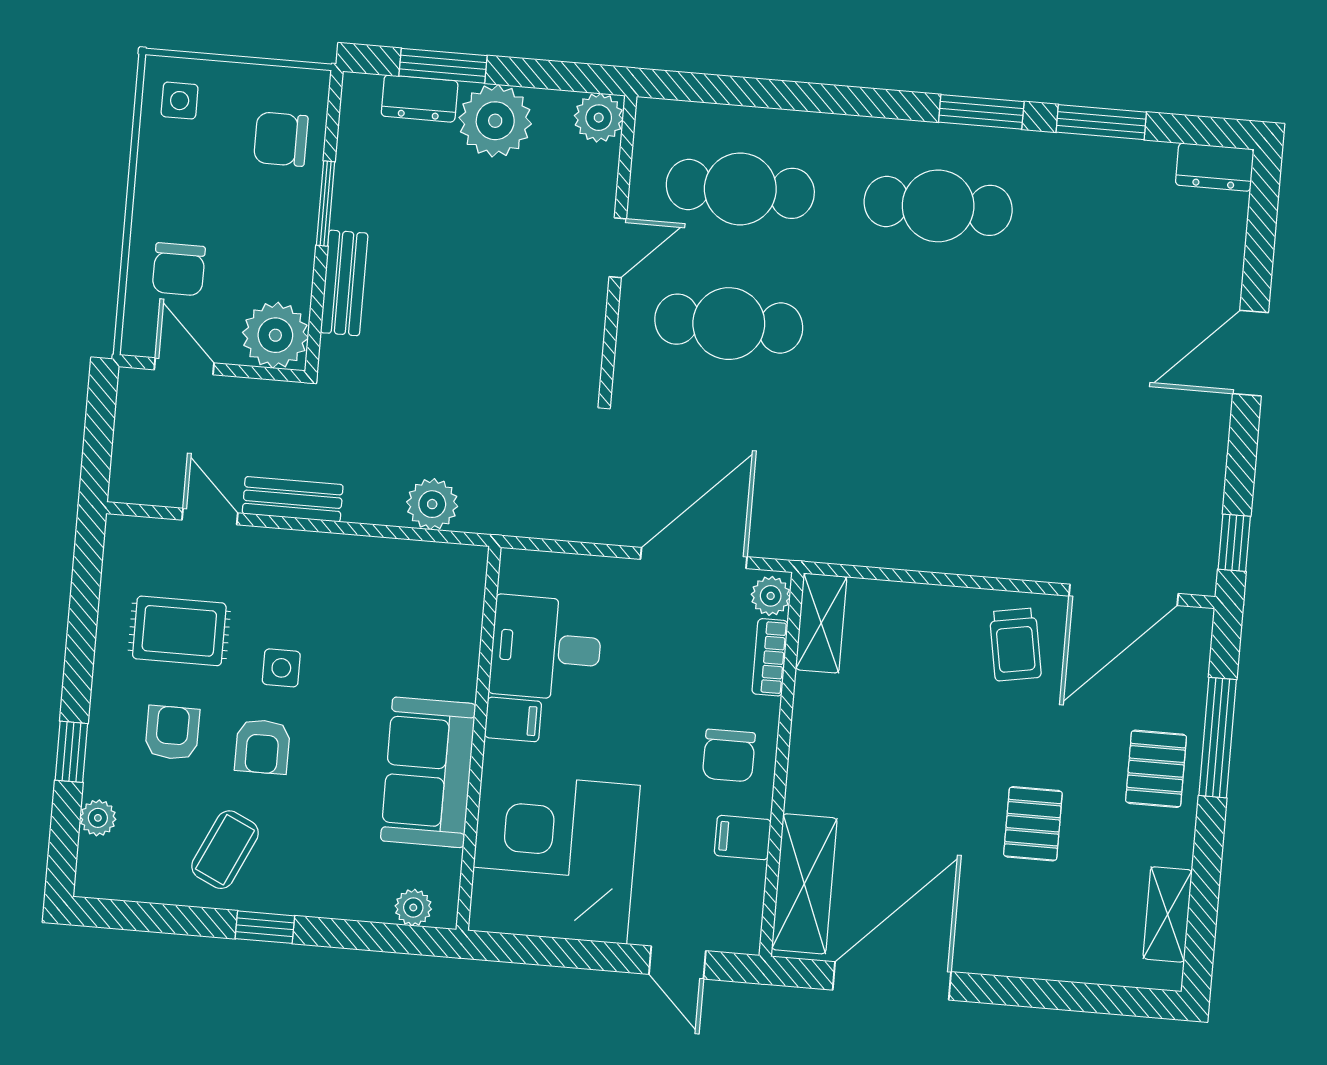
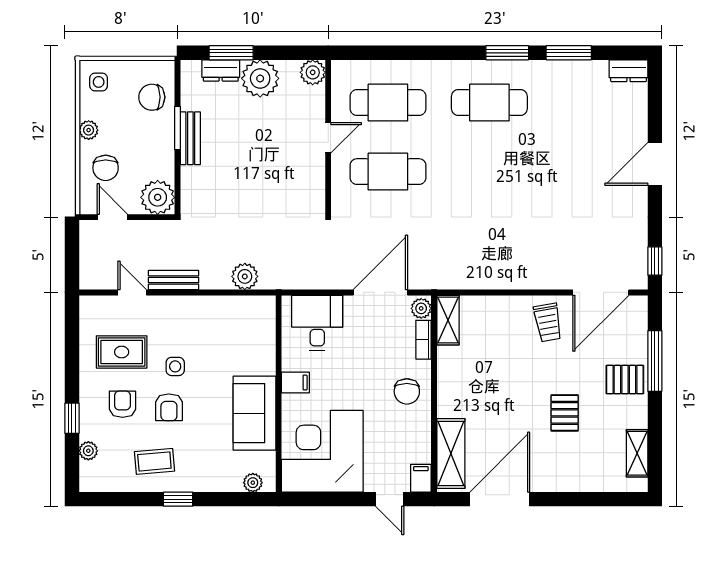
plant: (152, 193) -> (89, 130), added
bench: (344, 283) -> (190, 138), moved
desk: (546, 648) -> (317, 323), moved, turned 90
pallet: (1156, 769) -> (625, 380), turned 90
filing cabinet: (743, 838) -> (421, 478), moved, turned 90
coffee table: (225, 850) -> (154, 461), turned 60

